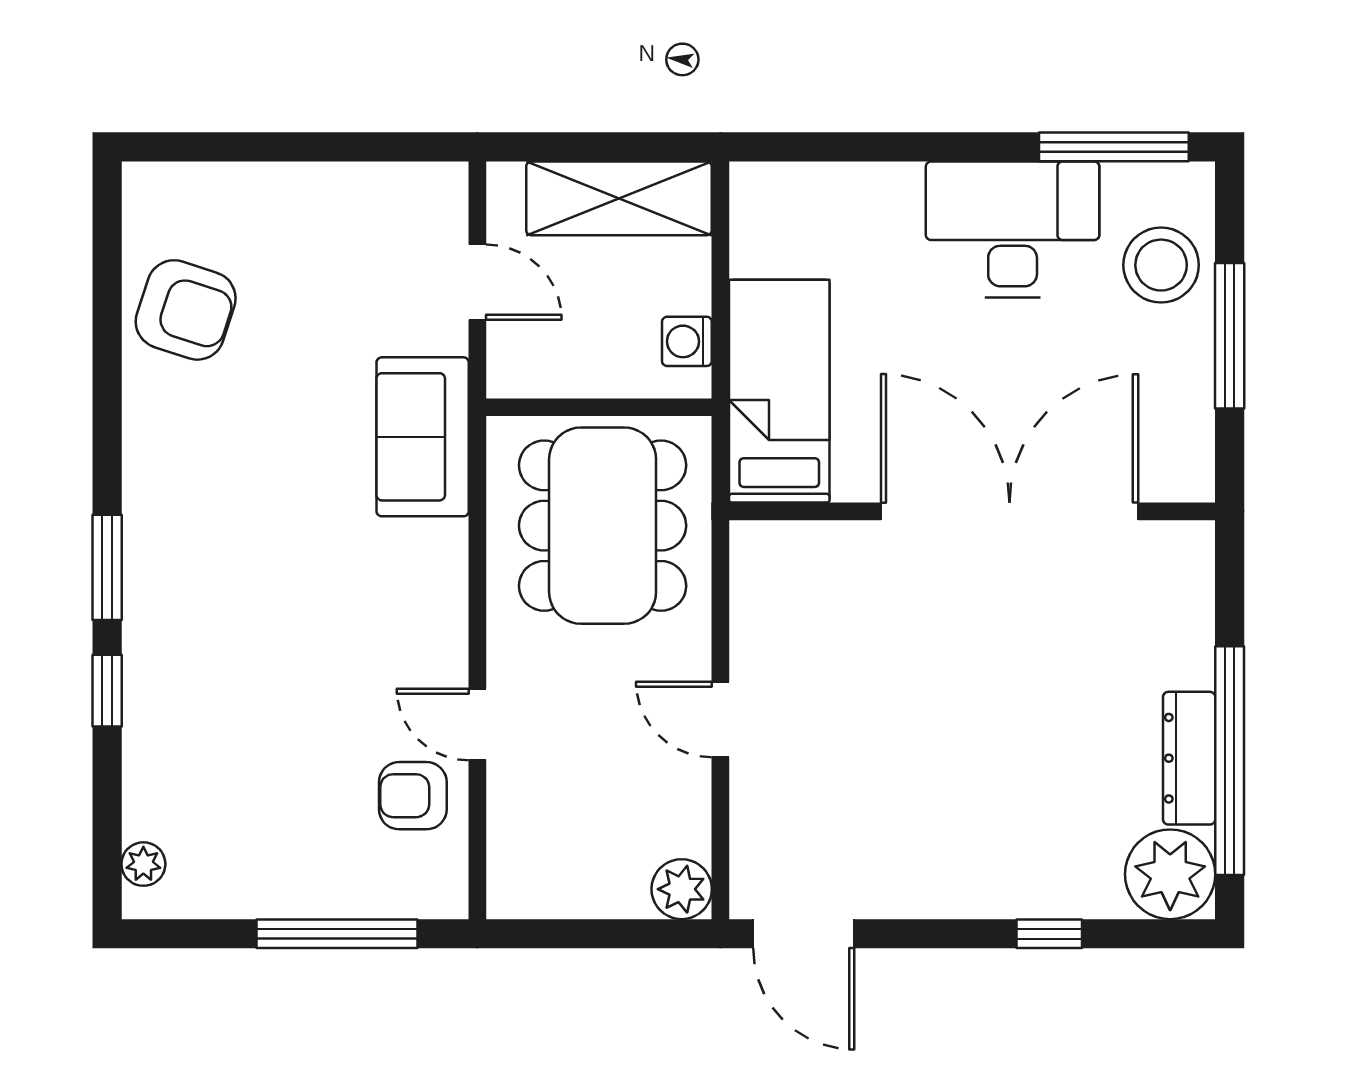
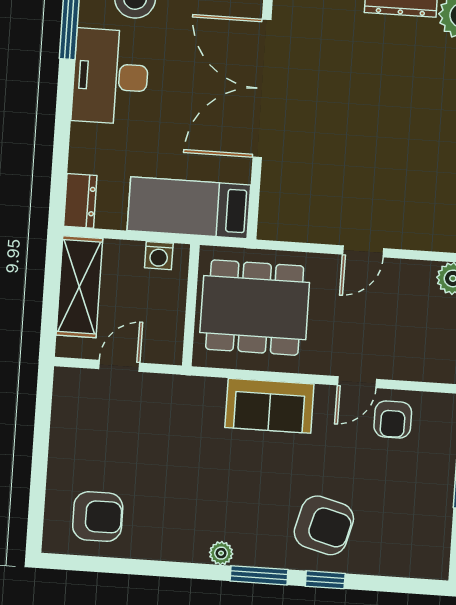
dresser: (778, 189) -> (80, 201), added
armchair: (186, 310) -> (98, 517), moved, turned 72
sofa: (423, 437) -> (269, 406), moved
armchair: (208, 681) -> (324, 525), added
plant: (143, 864) -> (221, 553), moved

